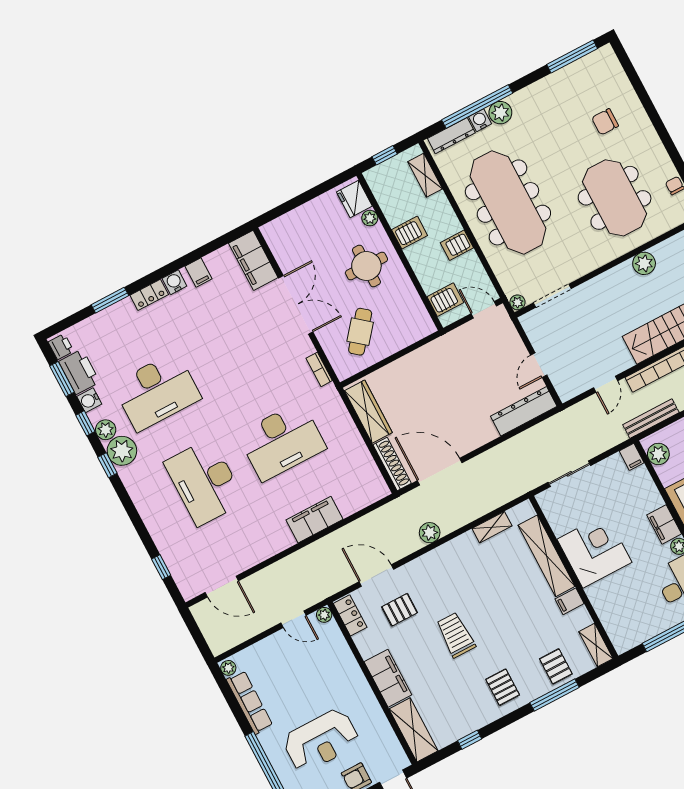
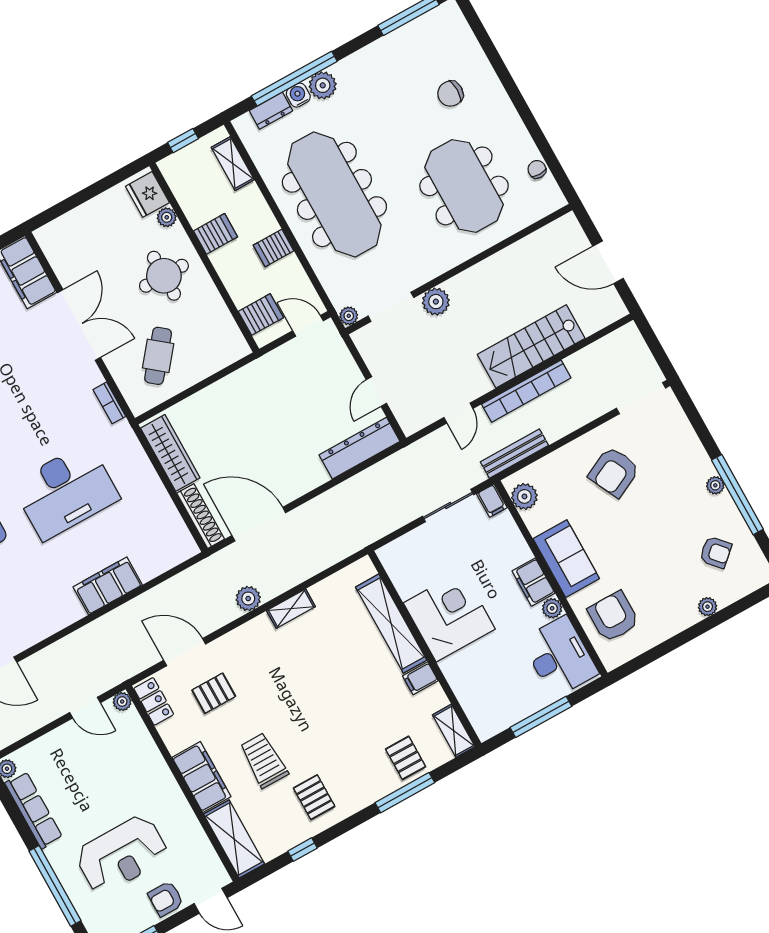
dresser: (451, 136) -> (271, 111), width x0.70
plant: (644, 263) -> (436, 302), moved
sliding door: (569, 474) -> (448, 505), moved
shelving: (492, 527) -> (291, 609), moved
trolley: (456, 635) -> (264, 760), moved
pallet: (503, 687) -> (314, 797), moved

